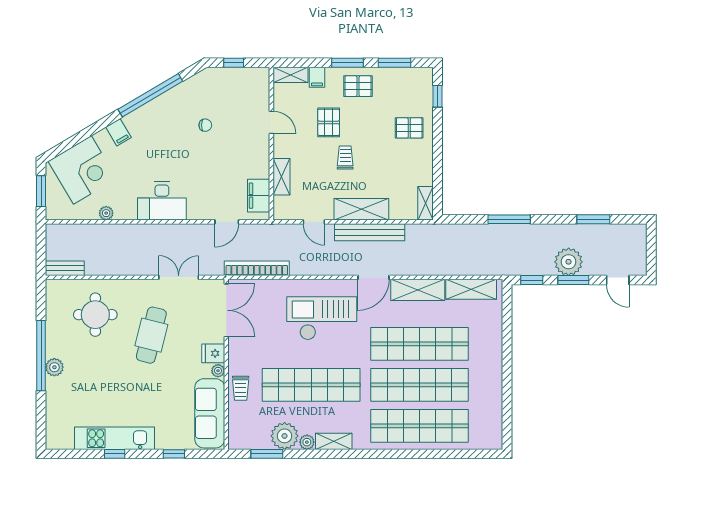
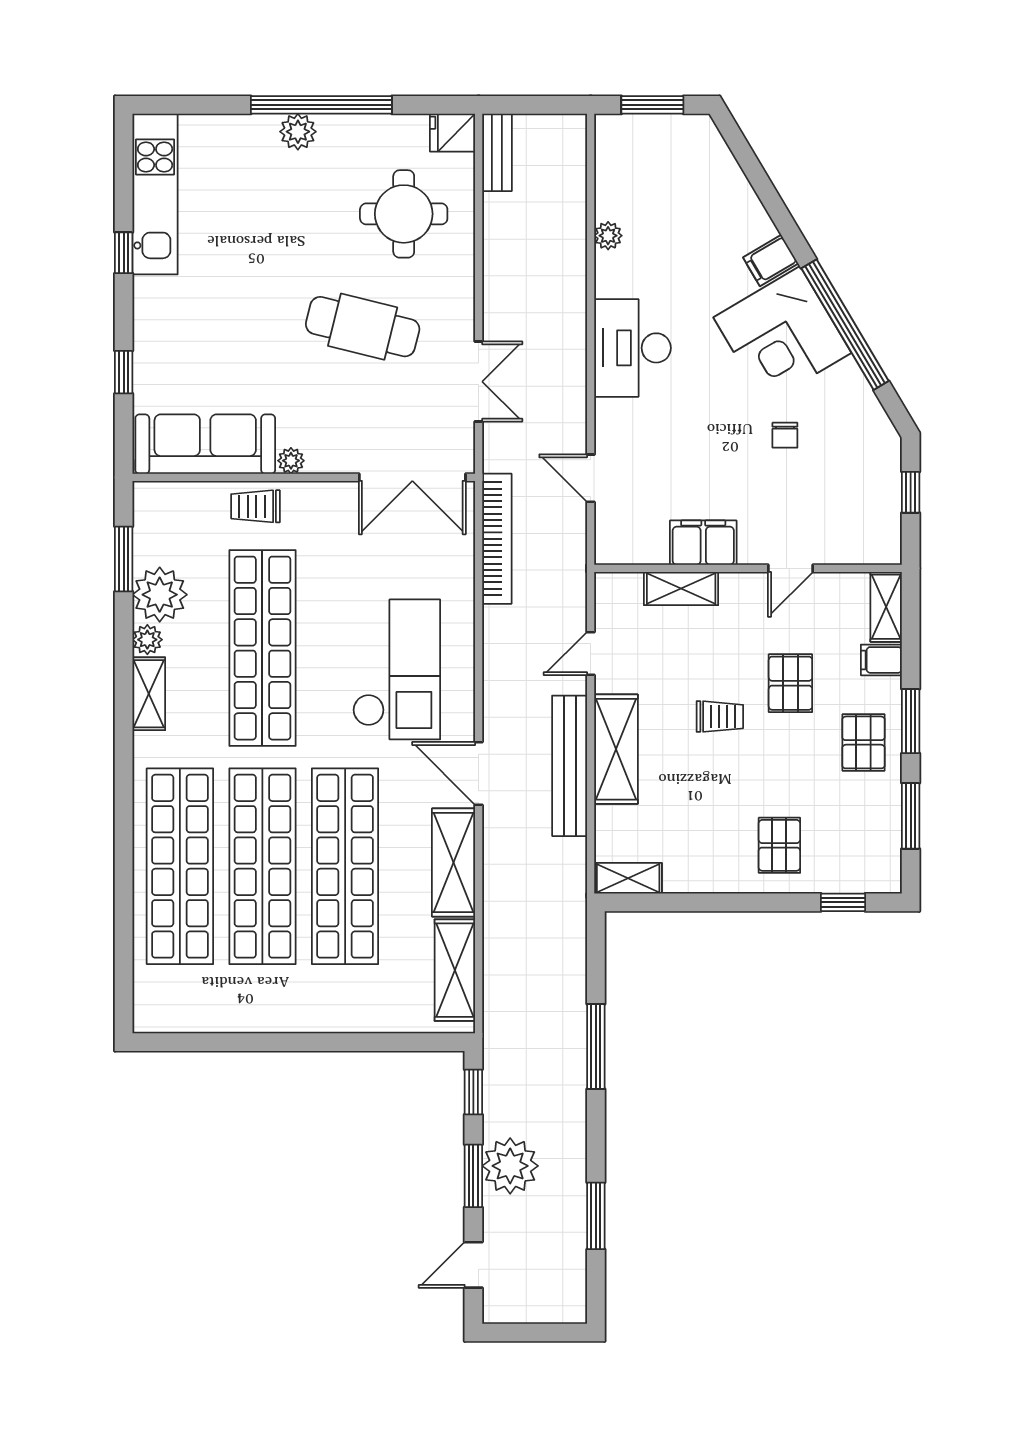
pallet: (329, 122) -> (790, 683), turned 90
corner desk: (82, 170) -> (782, 335), moved
filing cabinet: (259, 196) -> (703, 543), moved
fridge: (213, 353) -> (452, 133), moved, turned -90
kitchen unit: (115, 438) -> (155, 194), moved

